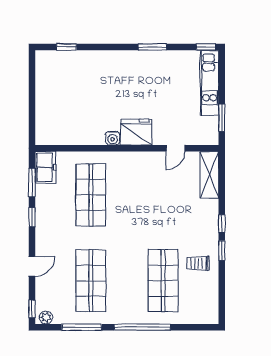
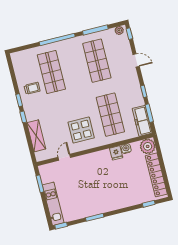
locker: (44, 88) -> (156, 175), added
fridge: (136, 132) -> (116, 153), moved, width x0.53, depth x0.75
plant: (47, 133) -> (148, 146), added
water cooler: (113, 138) -> (126, 149), moved
freezer: (45, 167) -> (142, 121), width x1.40
shelving: (209, 175) -> (36, 136), moved
display table: (140, 183) -> (81, 130), added
door: (32, 266) -> (136, 60), swing flipped

